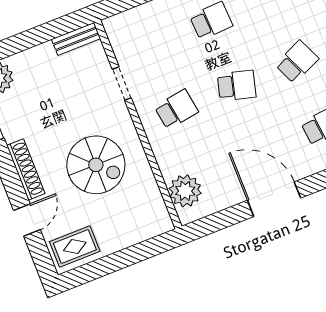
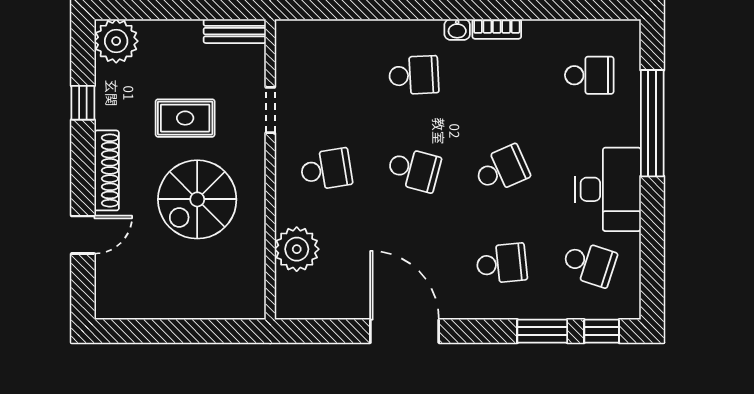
spiral stairs: (96, 165) -> (197, 199), turned 90
plant: (185, 191) -> (297, 249), moved
rug: (75, 246) -> (185, 118), moved

